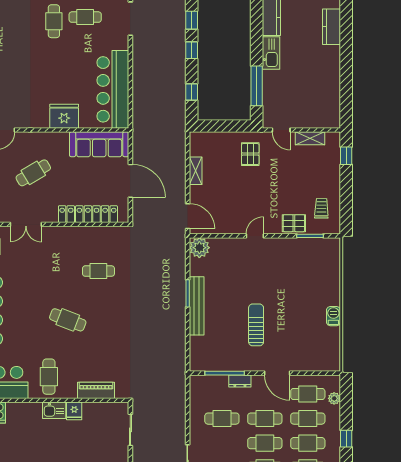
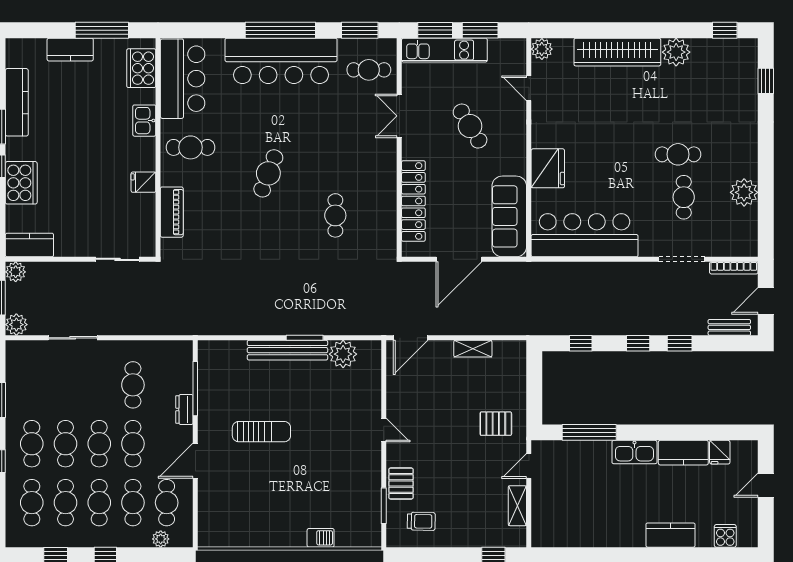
plant: (199, 248) -> (343, 354), moved
barbecue: (333, 316) -> (321, 538), moved
kitchen sink: (54, 410) -> (144, 121), moved

